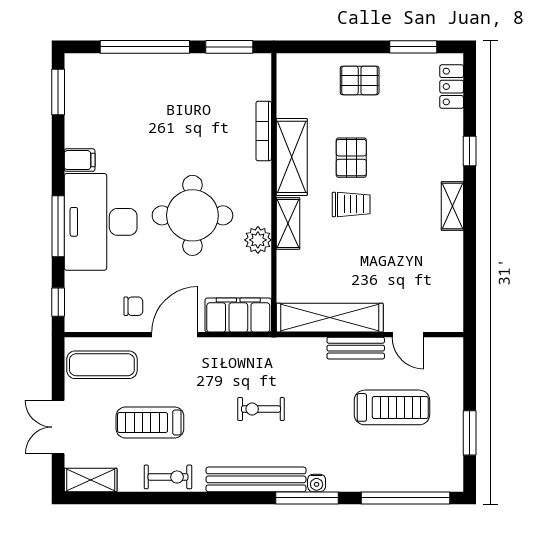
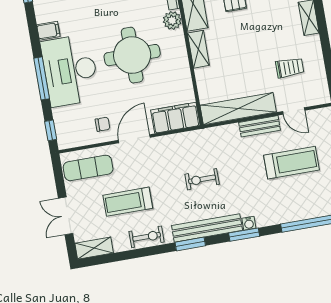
trolley: (351, 204) -> (290, 68), moved
plant: (258, 240) -> (172, 20), moved
window: (228, 498) -> (190, 244), added
window: (307, 498) -> (244, 235), width x0.69

